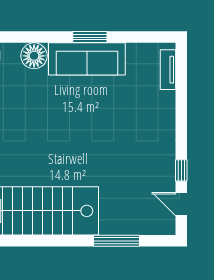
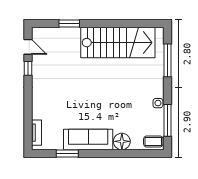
window: (90, 37) -> (67, 153), moved
window: (117, 241) -> (69, 24), width x0.69

